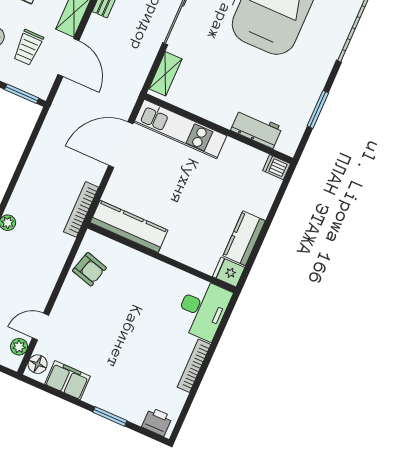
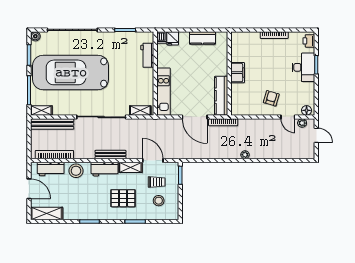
door: (68, 57) -> (153, 161), hinge flipped
door: (121, 145) -> (195, 117), moved
armchair: (89, 269) -> (271, 98), moved
fridge: (229, 272) -> (173, 38), moved
desk: (203, 309) -> (303, 67), moved, turned 90
filing cabinet: (68, 380) -> (238, 73), moved, turned 180

